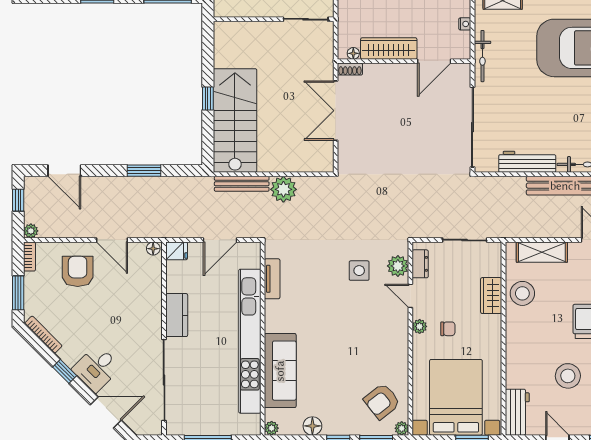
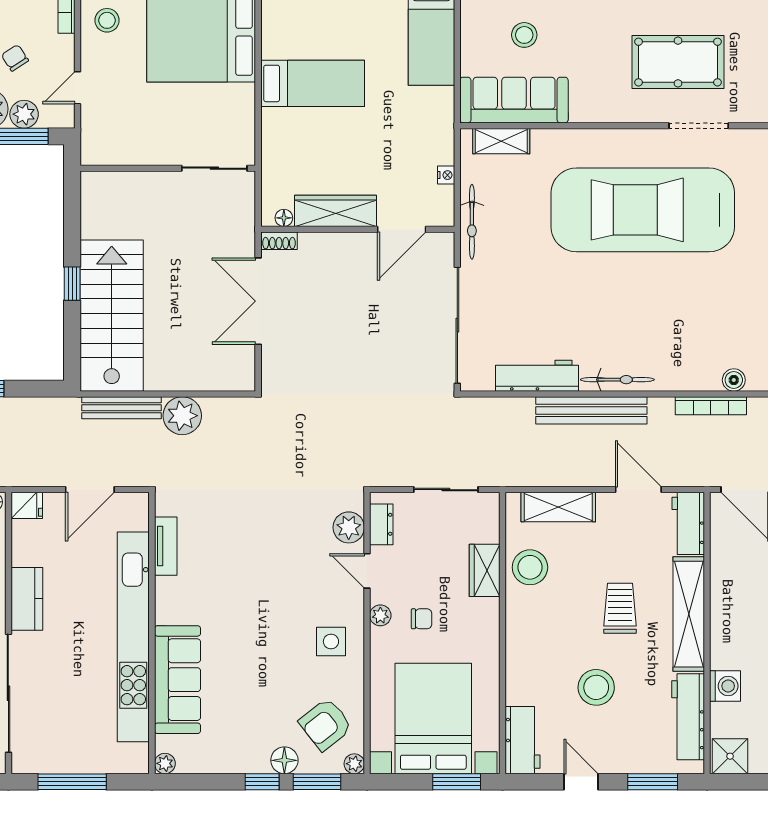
side table: (359, 271) -> (331, 642), moved
floor lamp: (312, 426) -> (284, 760), moved

